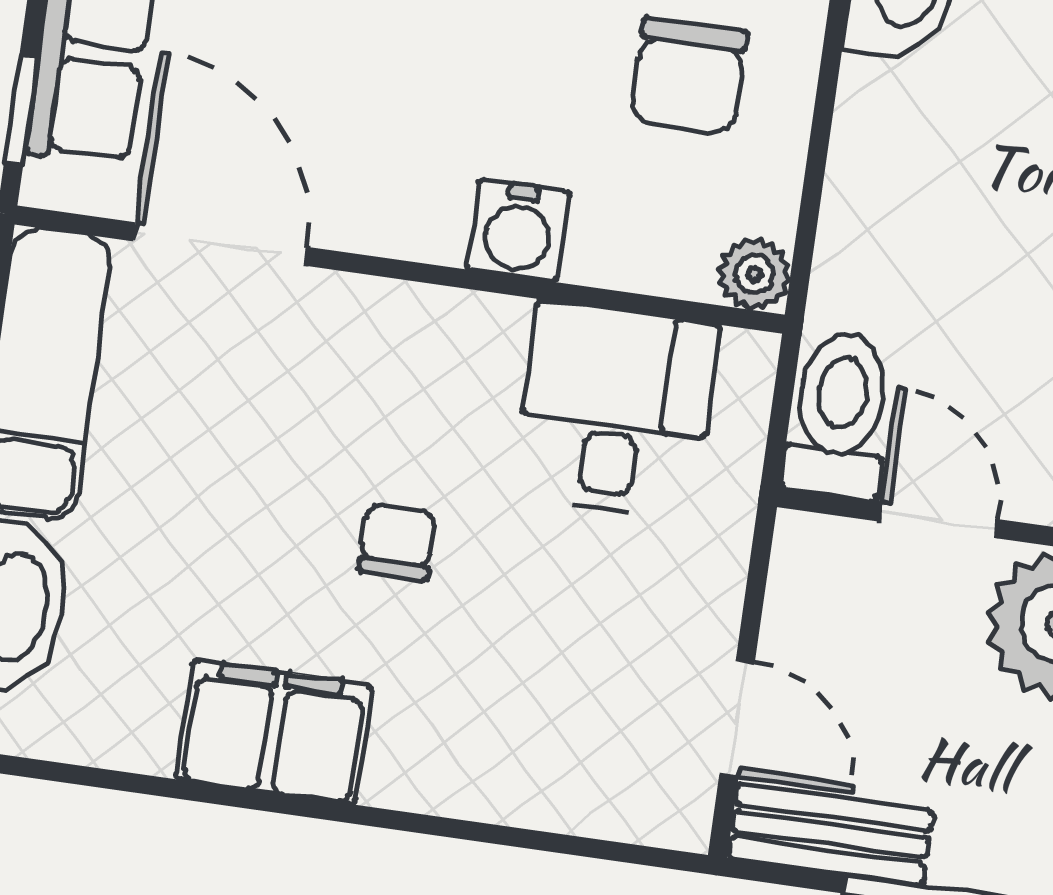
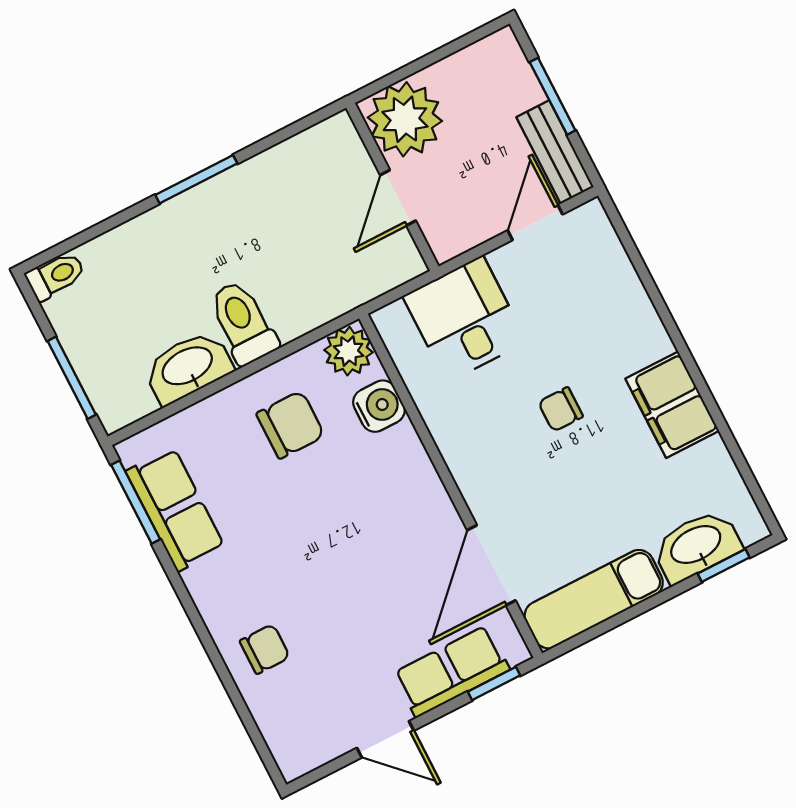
water cooler: (518, 230) -> (379, 406), moved
plant: (754, 274) -> (349, 351), width x1.38, depth x1.38
desk: (615, 410) -> (465, 319), moved, turned 90
toilet: (840, 415) -> (243, 323), moved, turned 90

